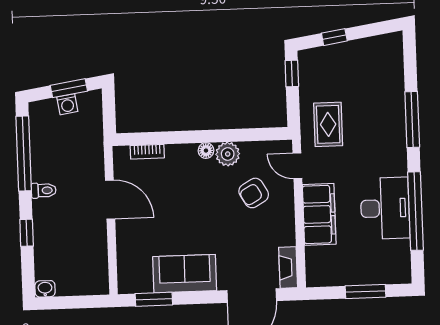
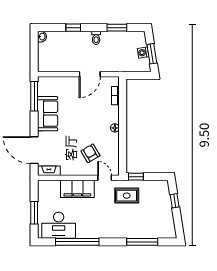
window: (292, 73) -> (136, 177), moved
window: (412, 119) -> (142, 242), moved
window: (24, 153) -> (117, 28), width x0.47
plant: (228, 154) -> (112, 140), removed
door: (297, 166) -> (105, 178), hinge flipped
desk: (385, 208) -> (59, 225), moved
window: (154, 299) -> (34, 96), width x1.44

